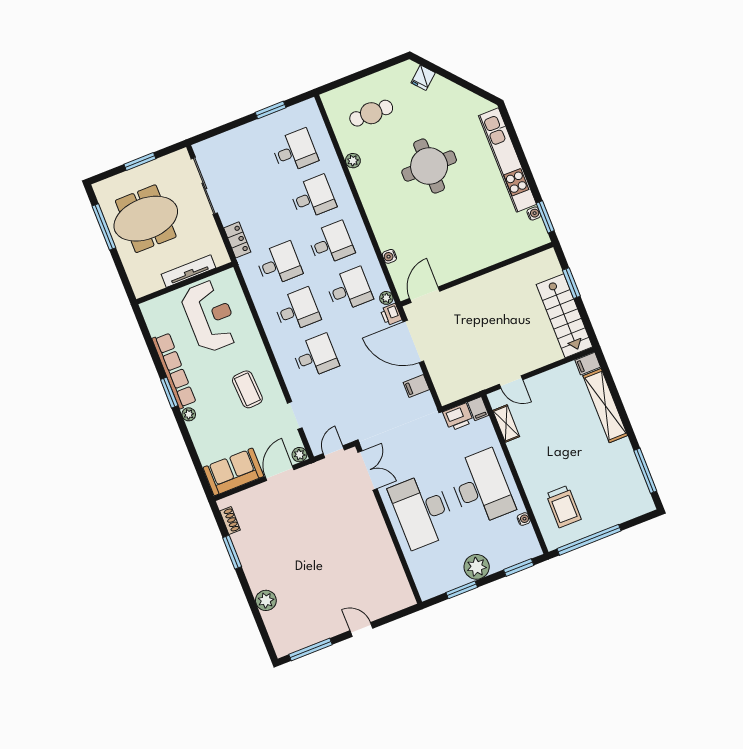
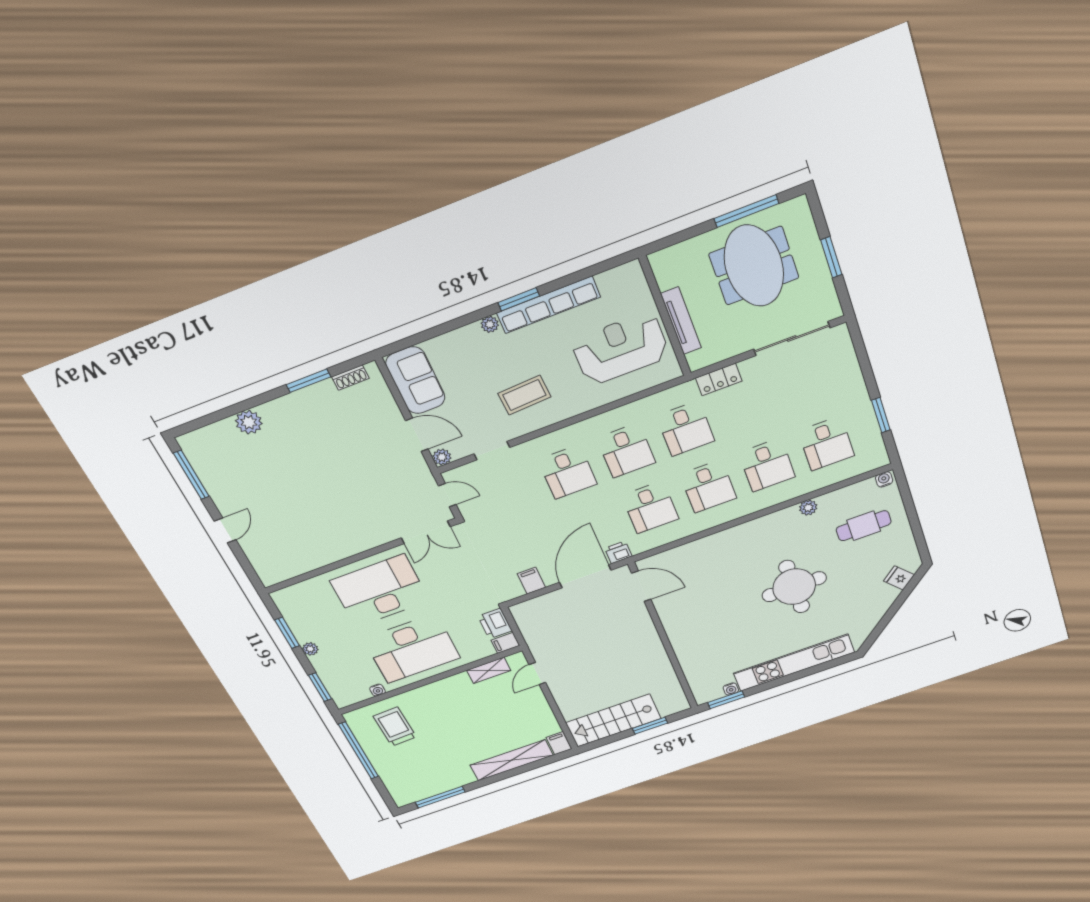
cafe table: (371, 113) -> (864, 526), turned 90
water cooler: (389, 256) -> (884, 479), moved
plant: (386, 298) -> (639, 547), removed
reception desk: (210, 316) -> (620, 349), turned 180
trolley: (564, 507) -> (395, 727), turned 88
plant: (477, 567) -> (310, 649), width x0.53, depth x0.53

